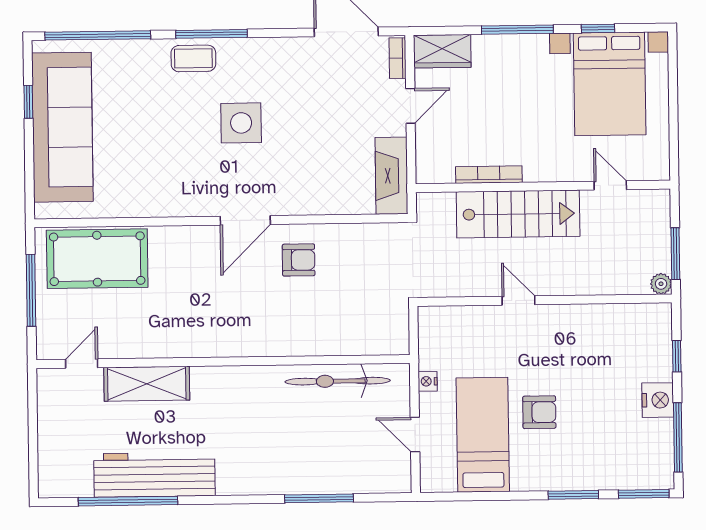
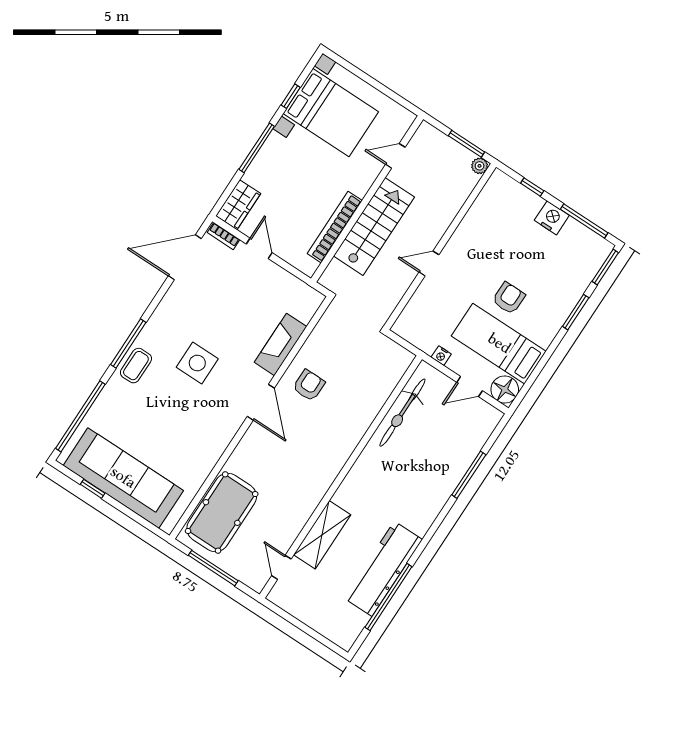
bookcase: (489, 175) -> (335, 227), width x1.48, depth x1.31
fireplace: (391, 176) -> (281, 344), moved, turned 90
floor lamp: (438, 475) -> (505, 390), added

